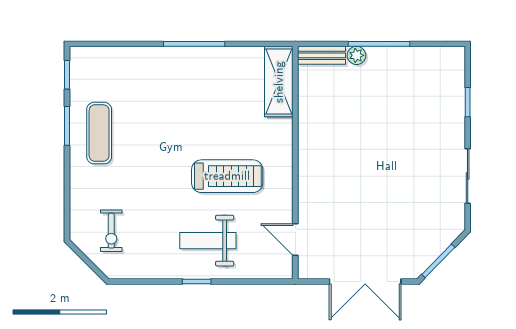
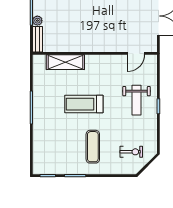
shelving: (279, 82) -> (65, 62), moved
exercise mat: (99, 133) -> (93, 147), moved, turned 90
treadmill: (227, 176) -> (84, 104), moved, turned -90

